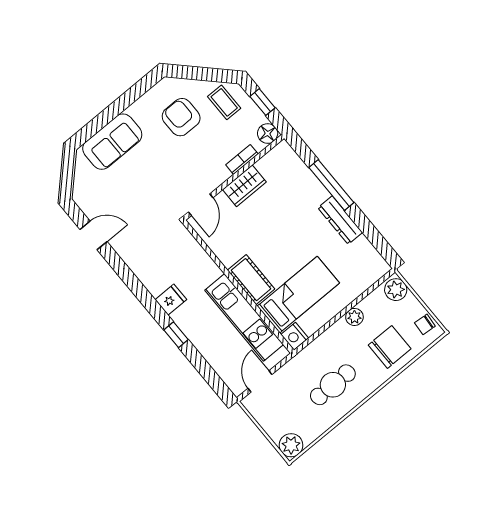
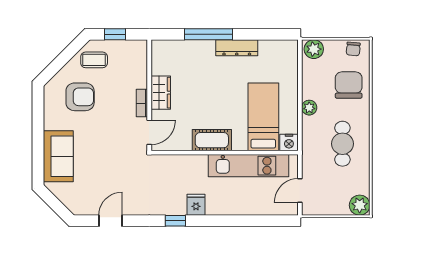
armchair: (181, 117) -> (80, 97), turned 180
floor lamp: (268, 134) -> (139, 48), removed
bookcase: (242, 159) -> (142, 103), moved
door: (201, 205) -> (149, 132), hinge flipped
cot: (251, 280) -> (212, 140), moved
plant: (354, 317) -> (309, 108), moved
window: (176, 335) -> (175, 221), moved
door: (260, 381) -> (300, 190), hinge flipped

